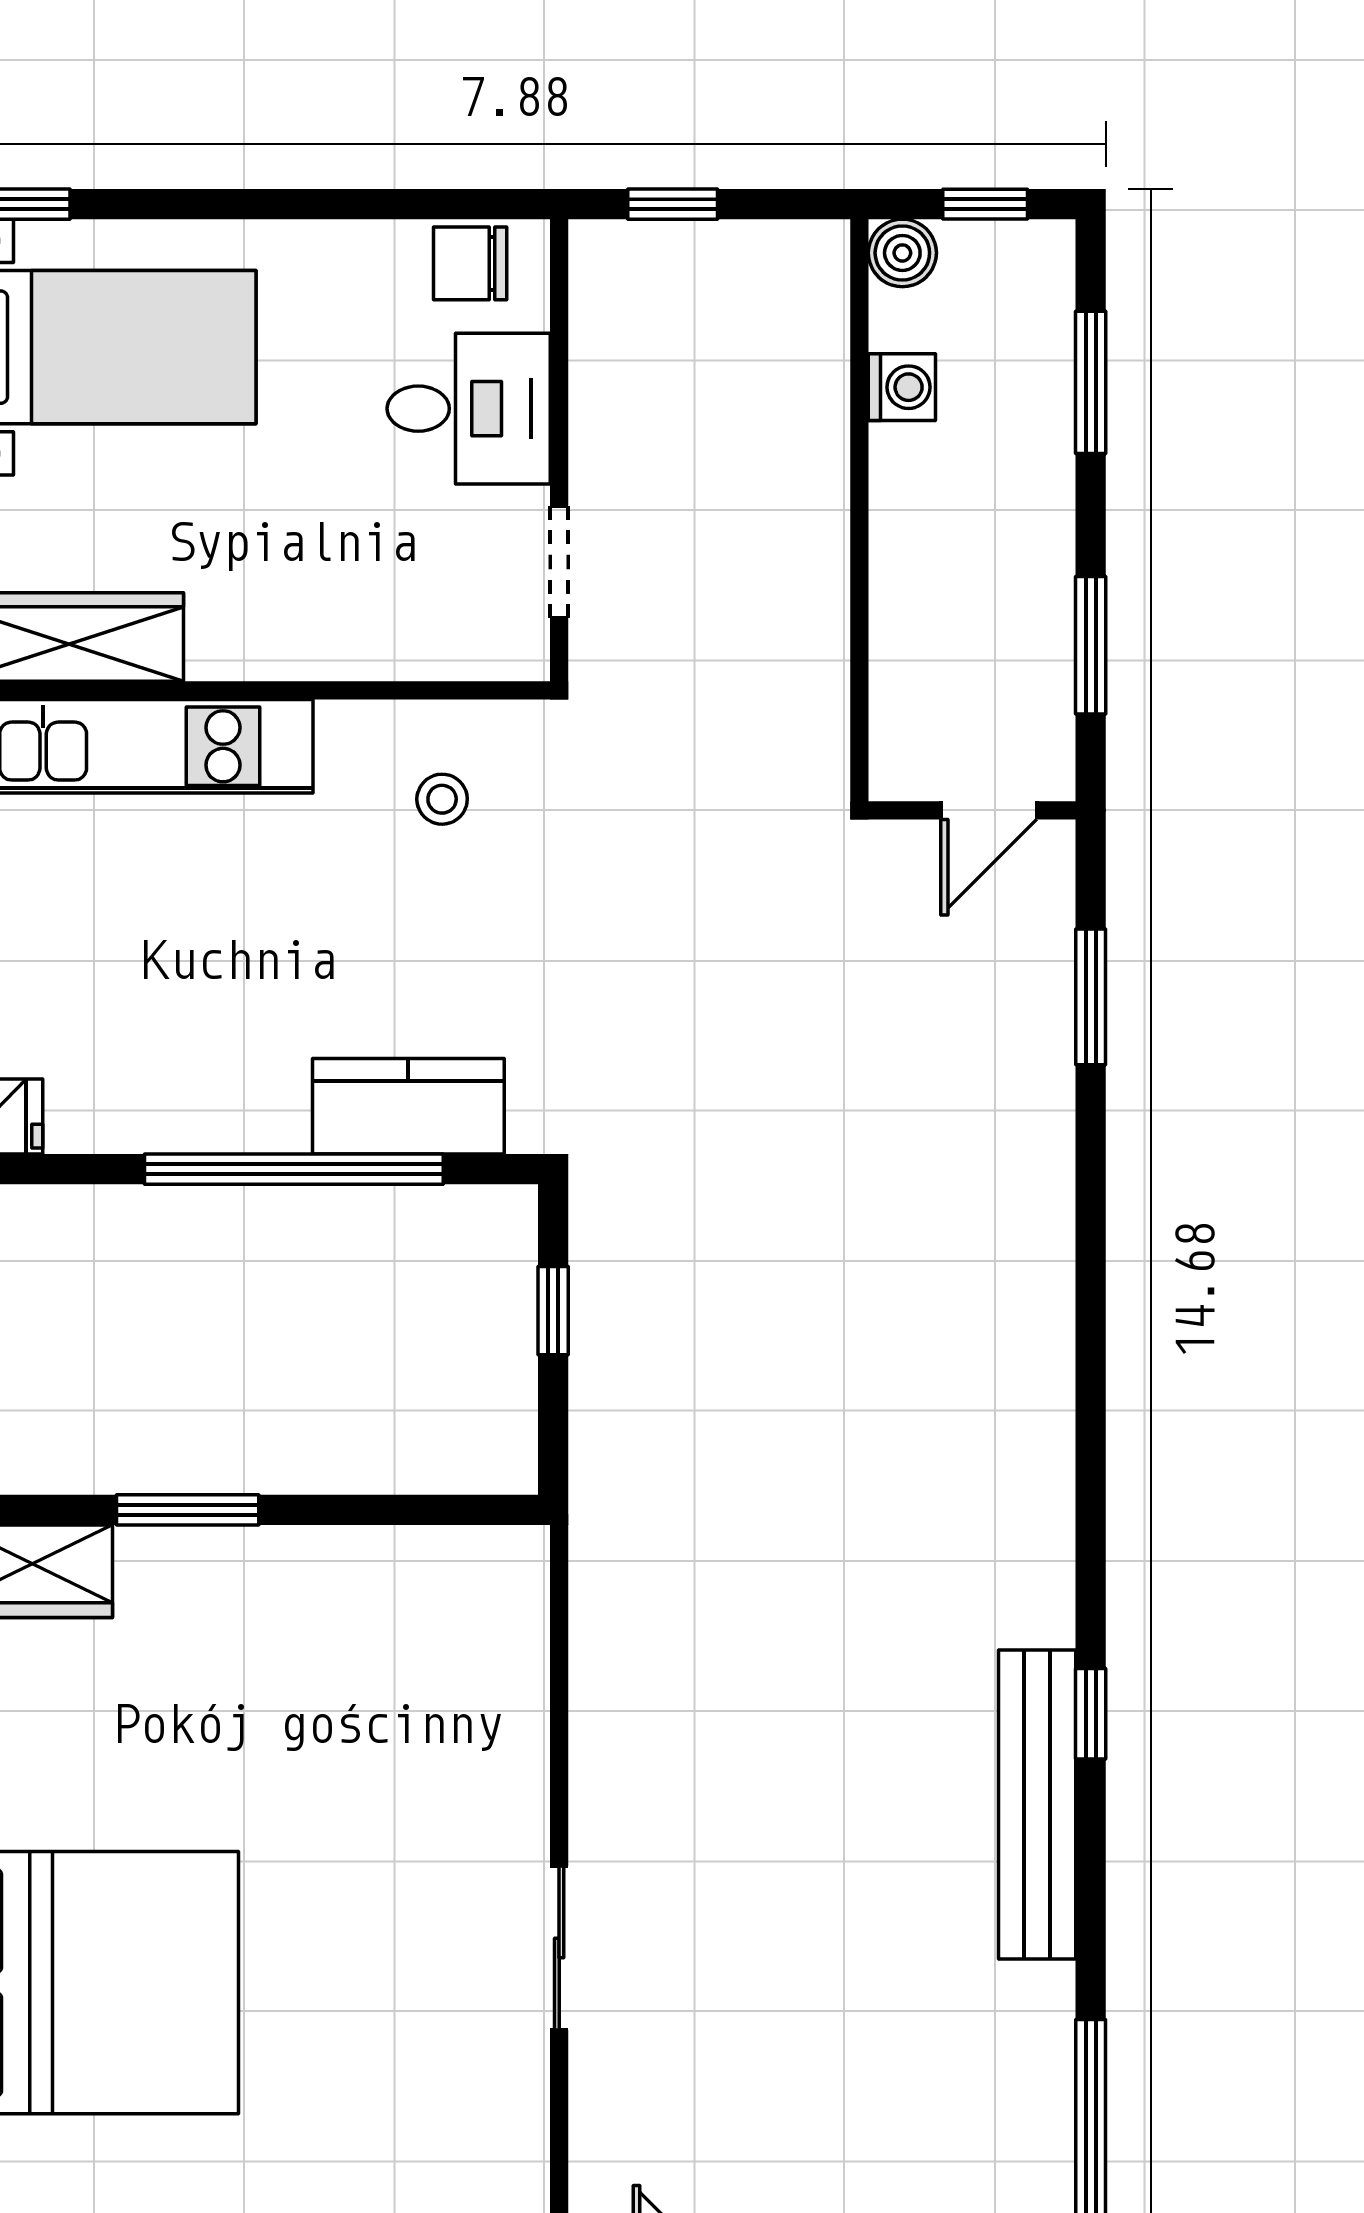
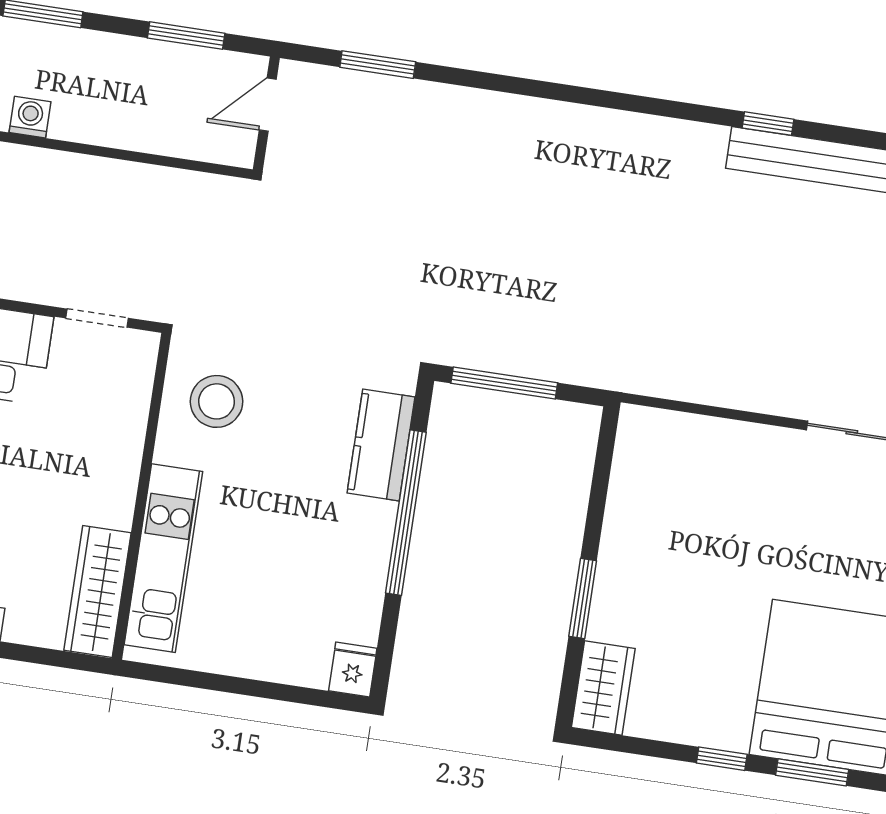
stool: (442, 799) -> (217, 401), width x1.89, depth x1.89
door: (989, 810) -> (268, 105), swing flipped
window: (553, 1311) -> (504, 383), width x2.17

